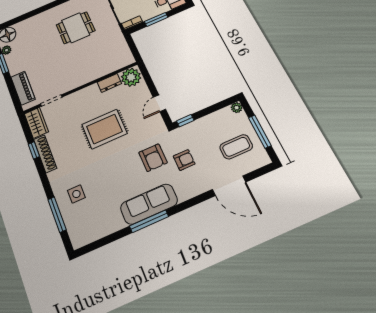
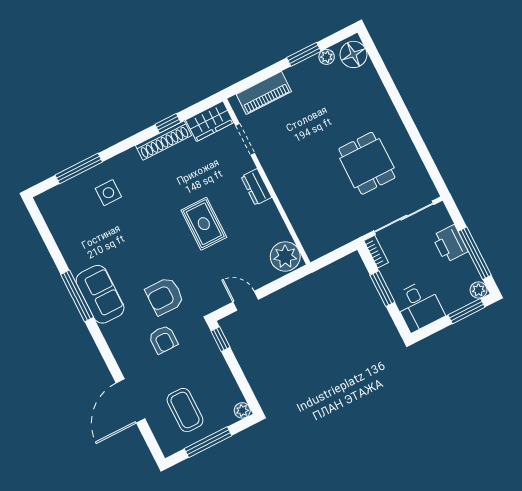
dresser: (109, 83) -> (256, 187), moved
rug: (104, 129) -> (204, 224), width x0.73, depth x0.70
sofa: (149, 204) -> (100, 294), width x0.73

